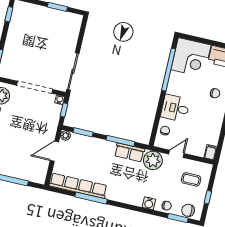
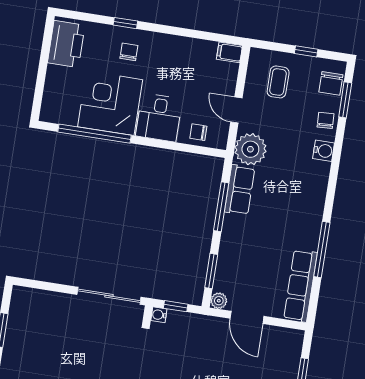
corner desk: (191, 57) -> (110, 103), moved, turned -90
row of seats: (78, 186) -> (300, 286), width x0.73

